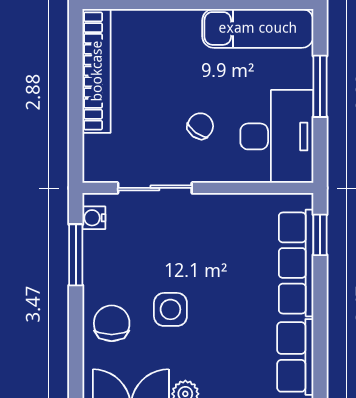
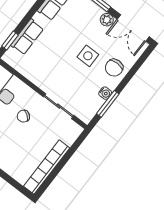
water cooler: (94, 218) -> (105, 93), moved
row of seats: (296, 263) -> (27, 37), width x0.68

